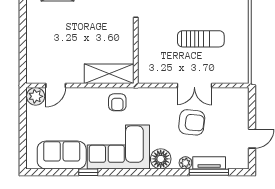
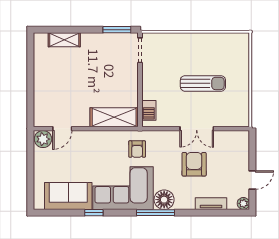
barbecue: (145, 67) -> (149, 110), added
armchair: (117, 102) -> (137, 149), moved
armchair: (192, 122) -> (194, 164), turned -96
plant: (185, 163) -> (243, 203), moved
window: (209, 172) -> (155, 213), moved

